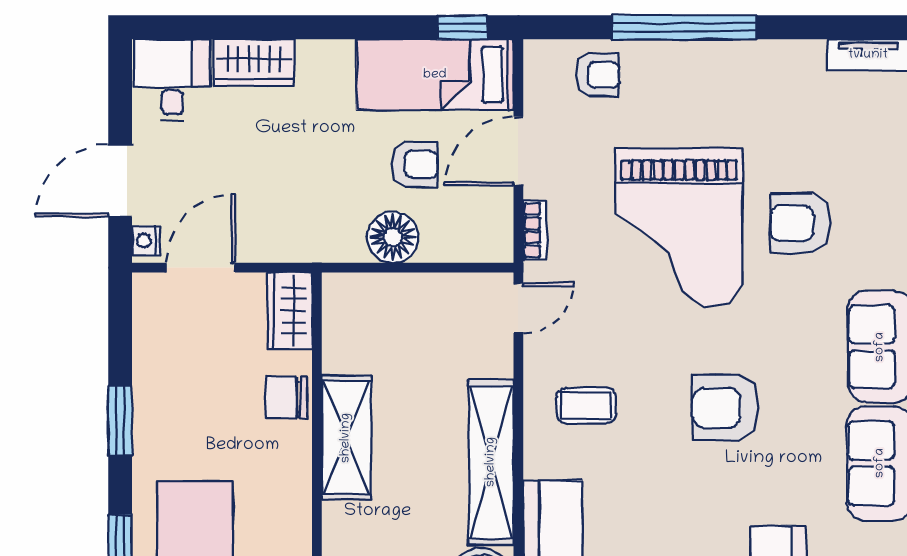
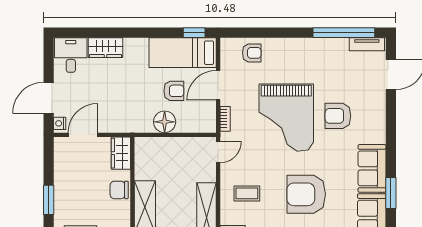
window: (684, 27) -> (344, 33), moved
armchair: (726, 408) -> (306, 194), width x1.36, depth x1.36

